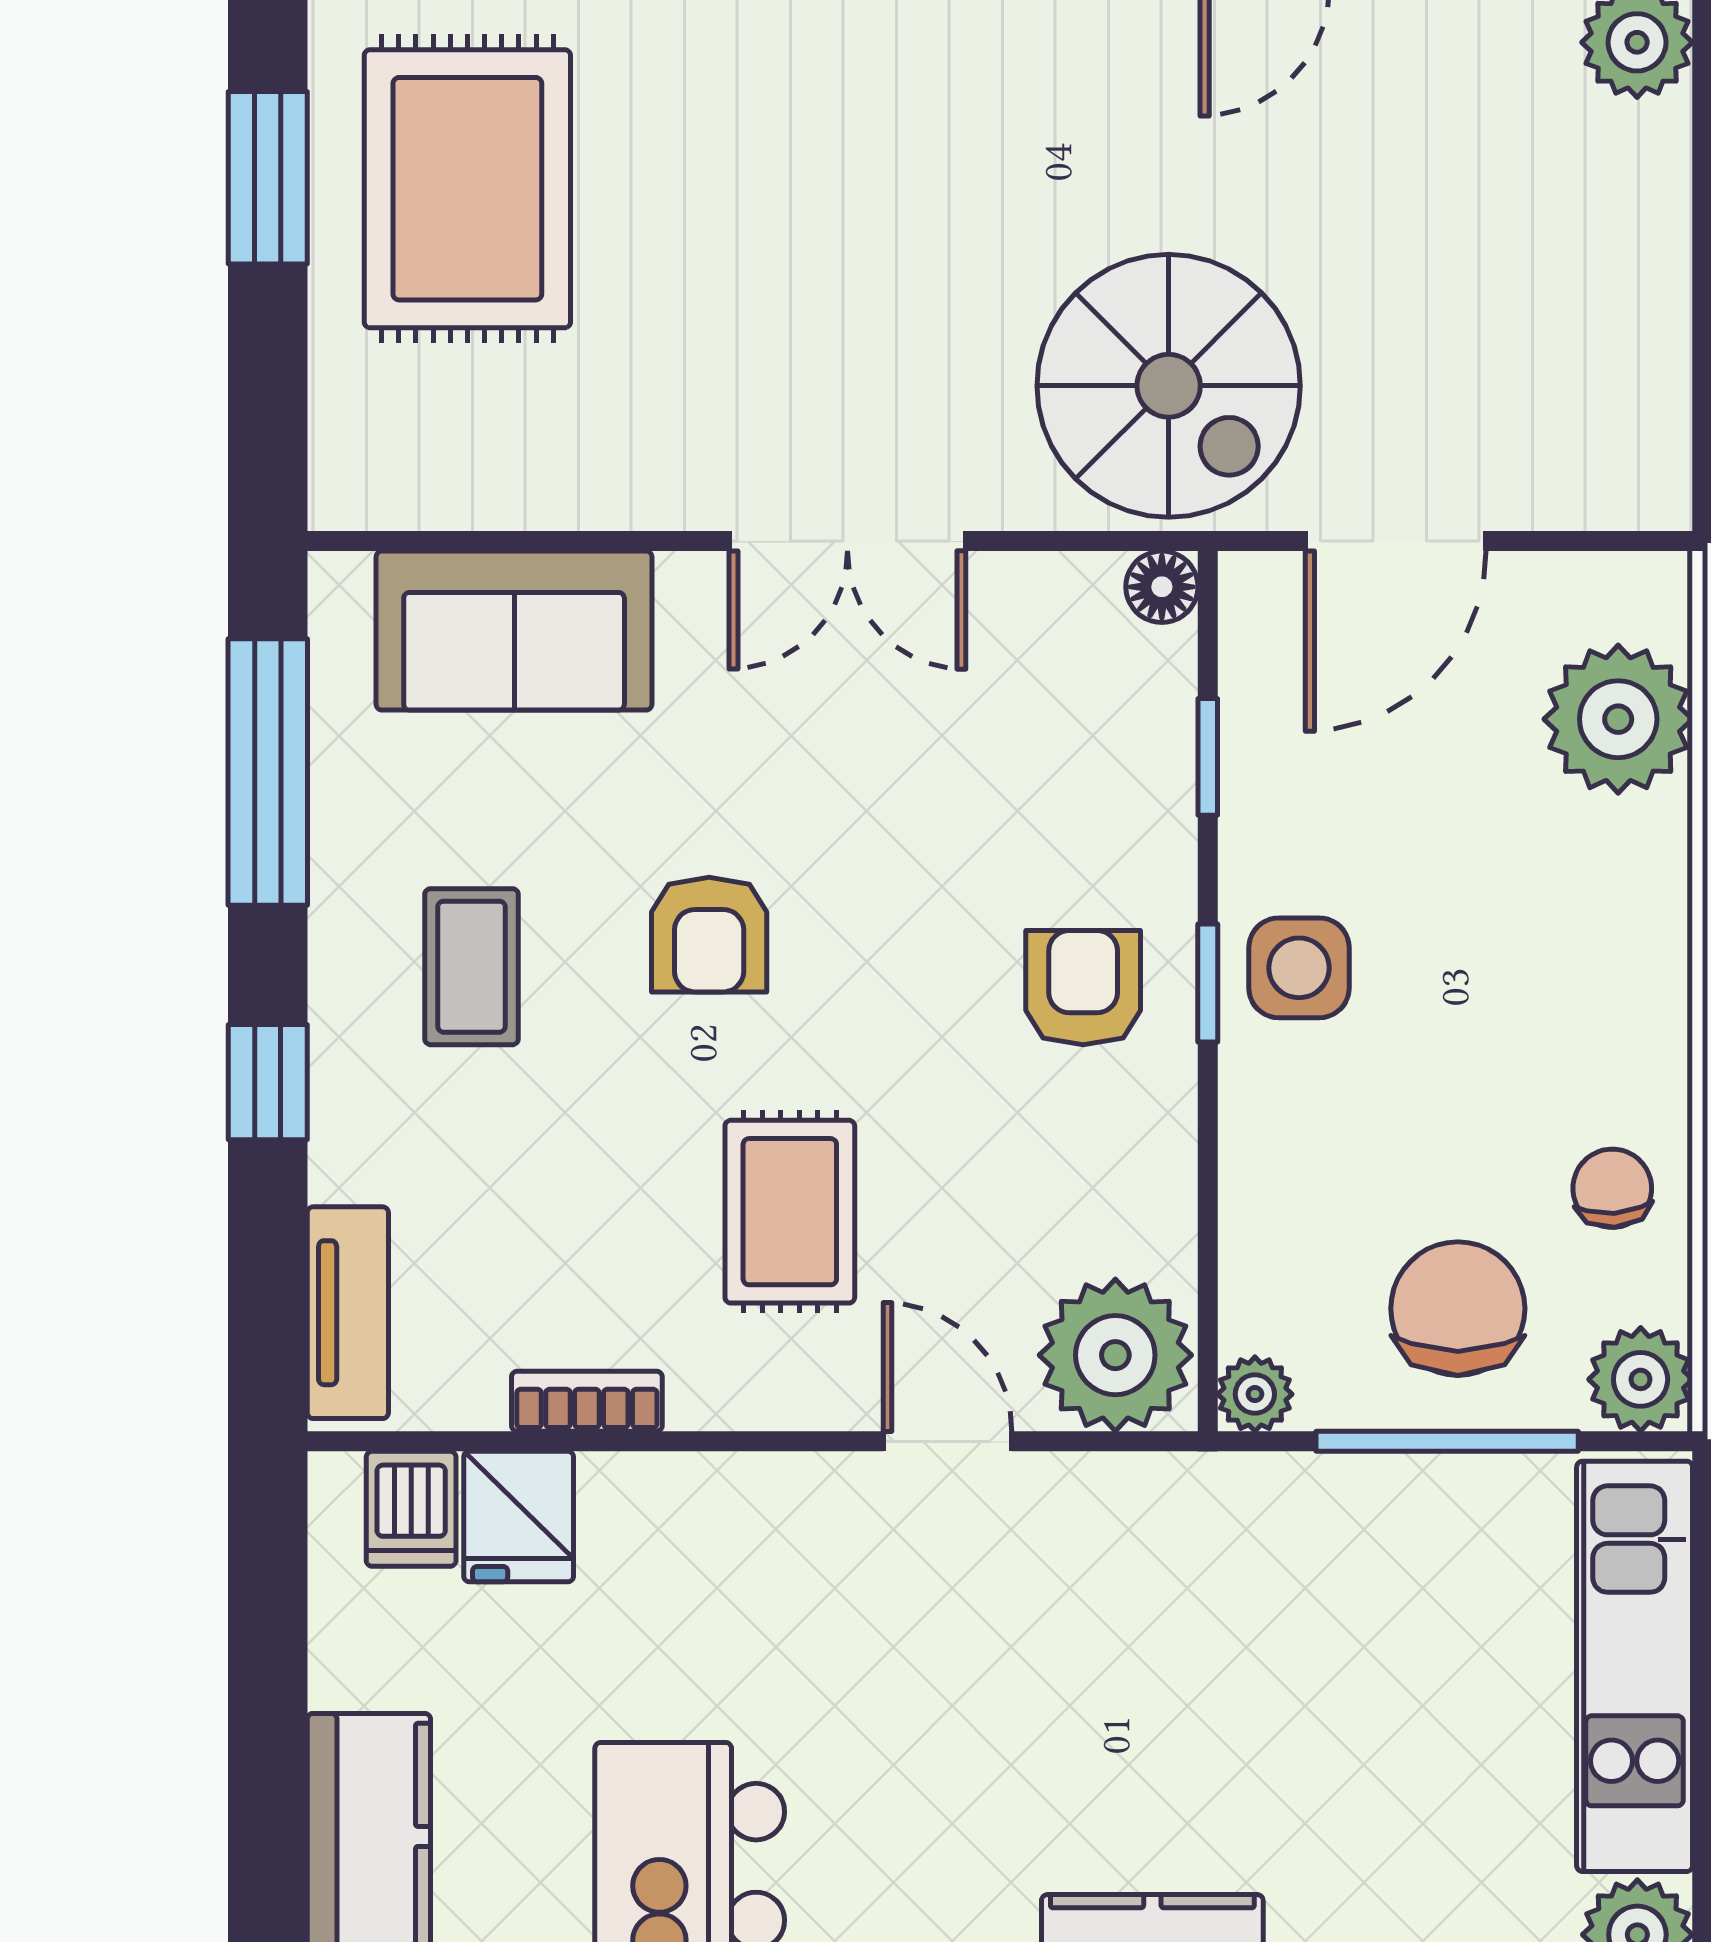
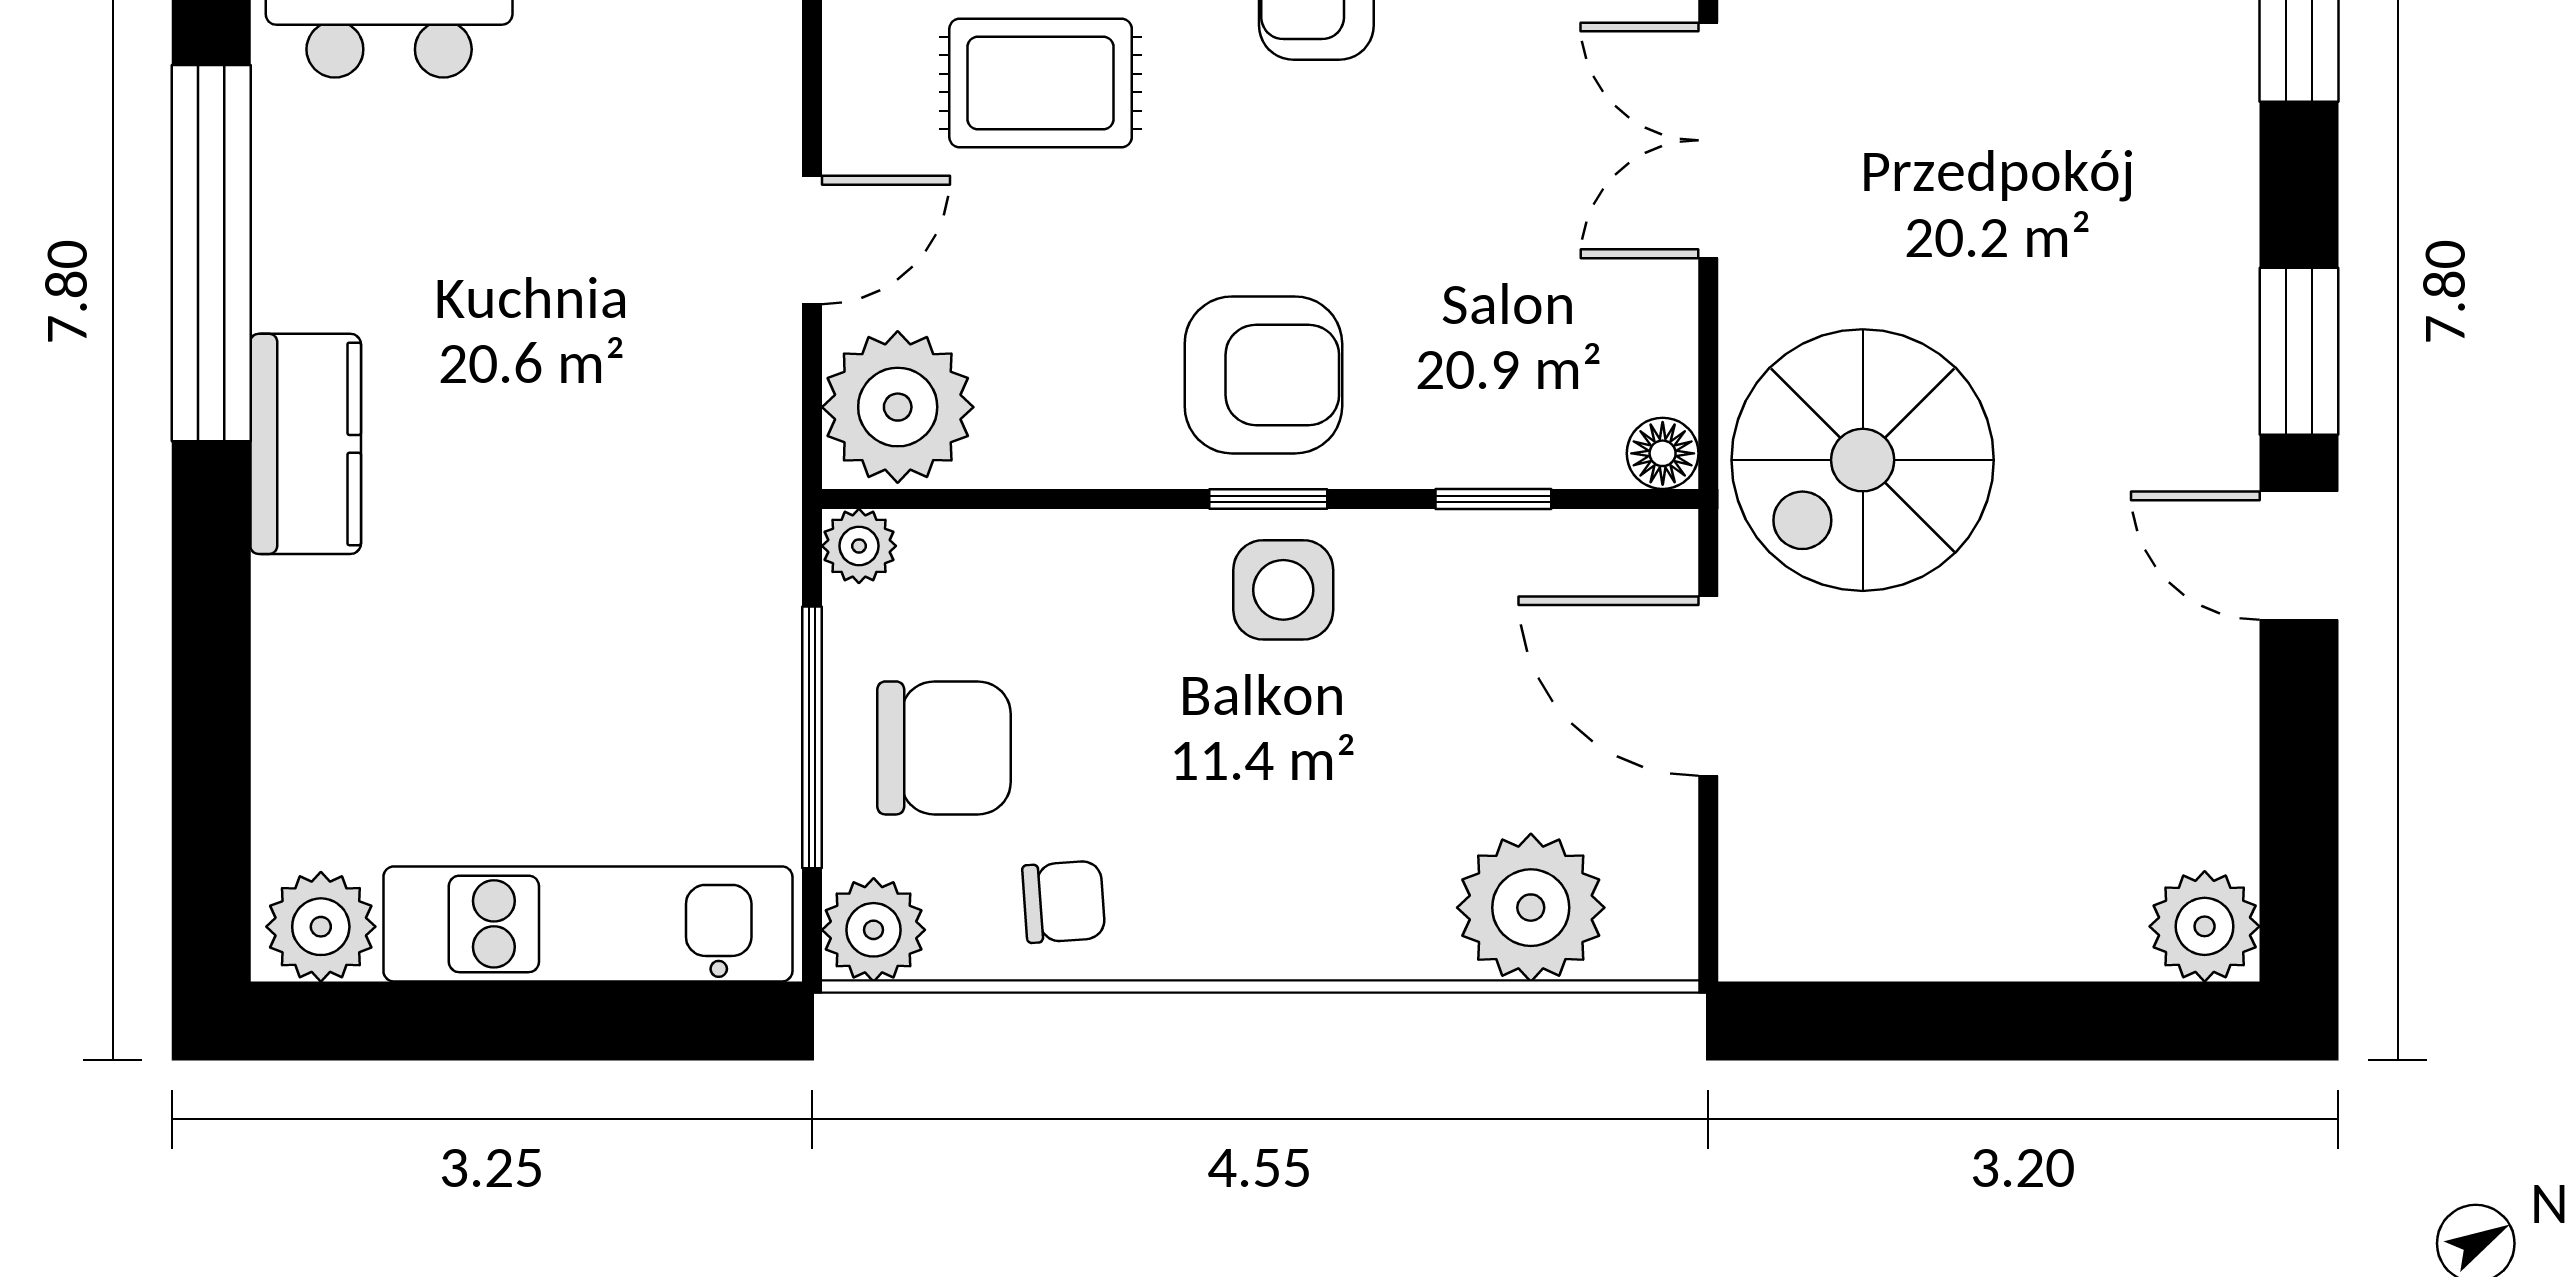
armchair: (1083, 988) -> (1263, 375), width x1.38, depth x1.38

